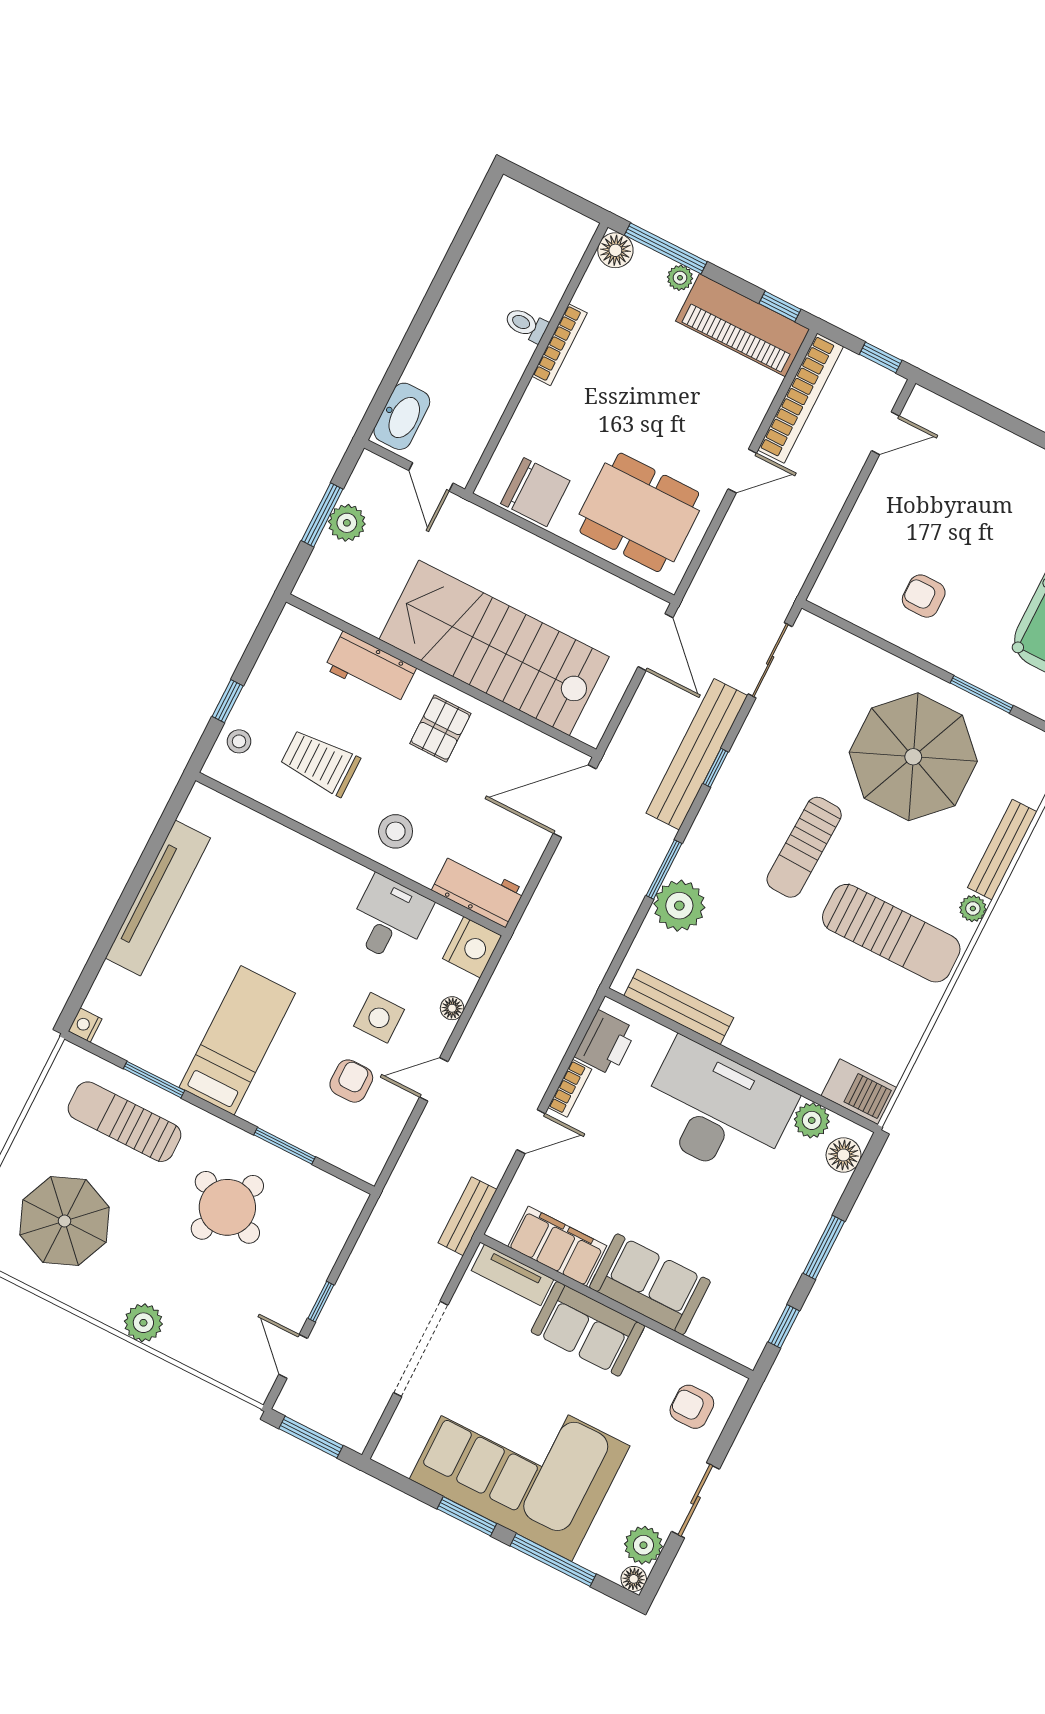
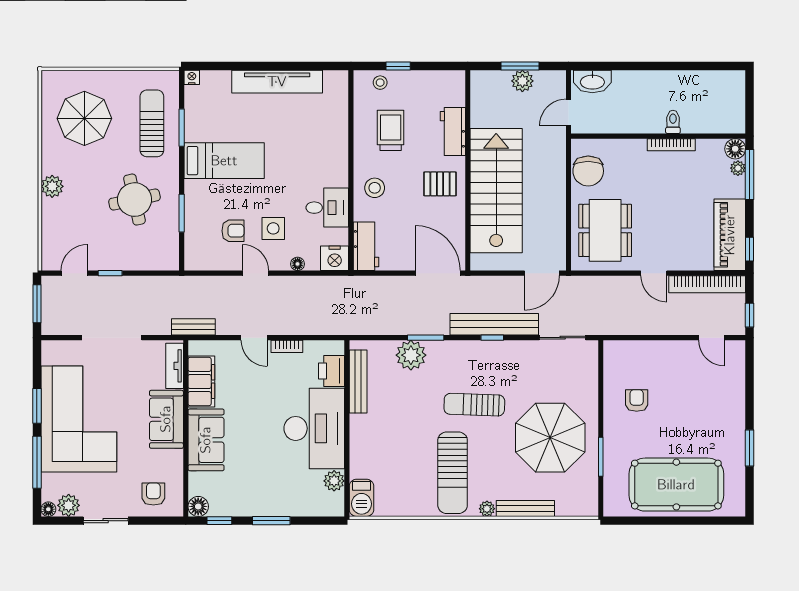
plant: (680, 278) -> (738, 168), moved
printer: (605, 1043) -> (332, 371), moved, turned 90
floor lamp: (843, 1155) -> (198, 506), moved
round table: (227, 1207) -> (135, 200), turned -35

